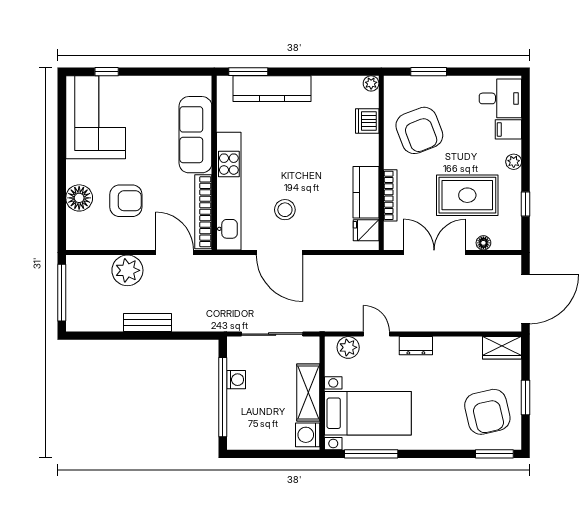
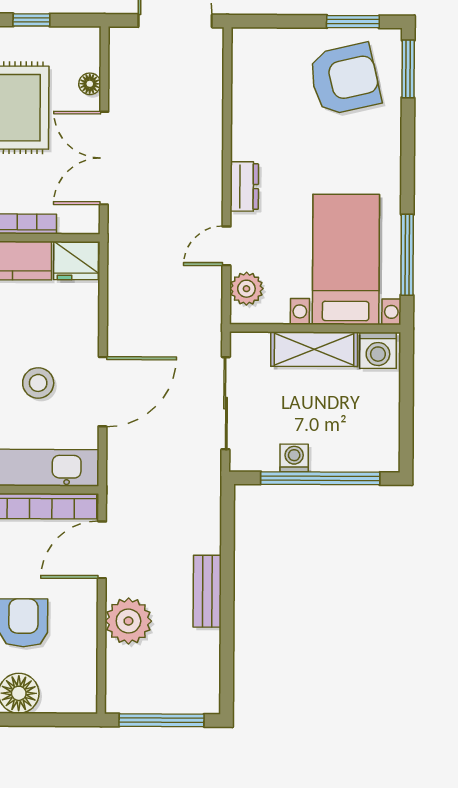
fridge: (366, 230) -> (76, 261), width x1.38
wardrobe: (502, 348) -> (248, 57), removed
window: (526, 398) -> (353, 22), moved

